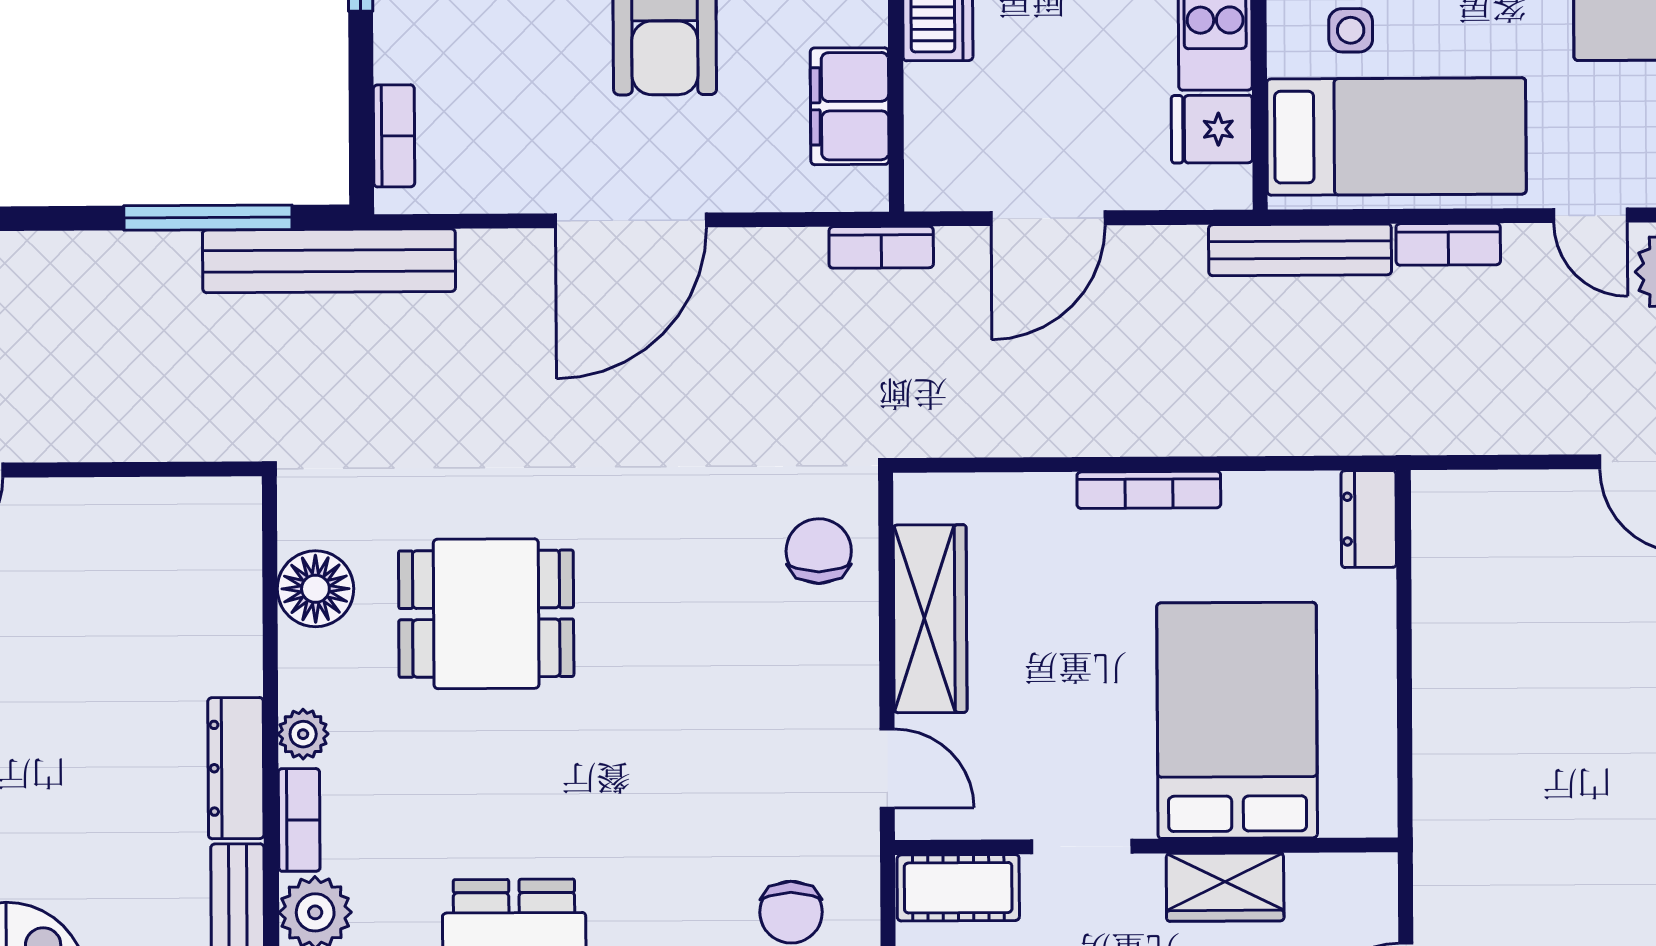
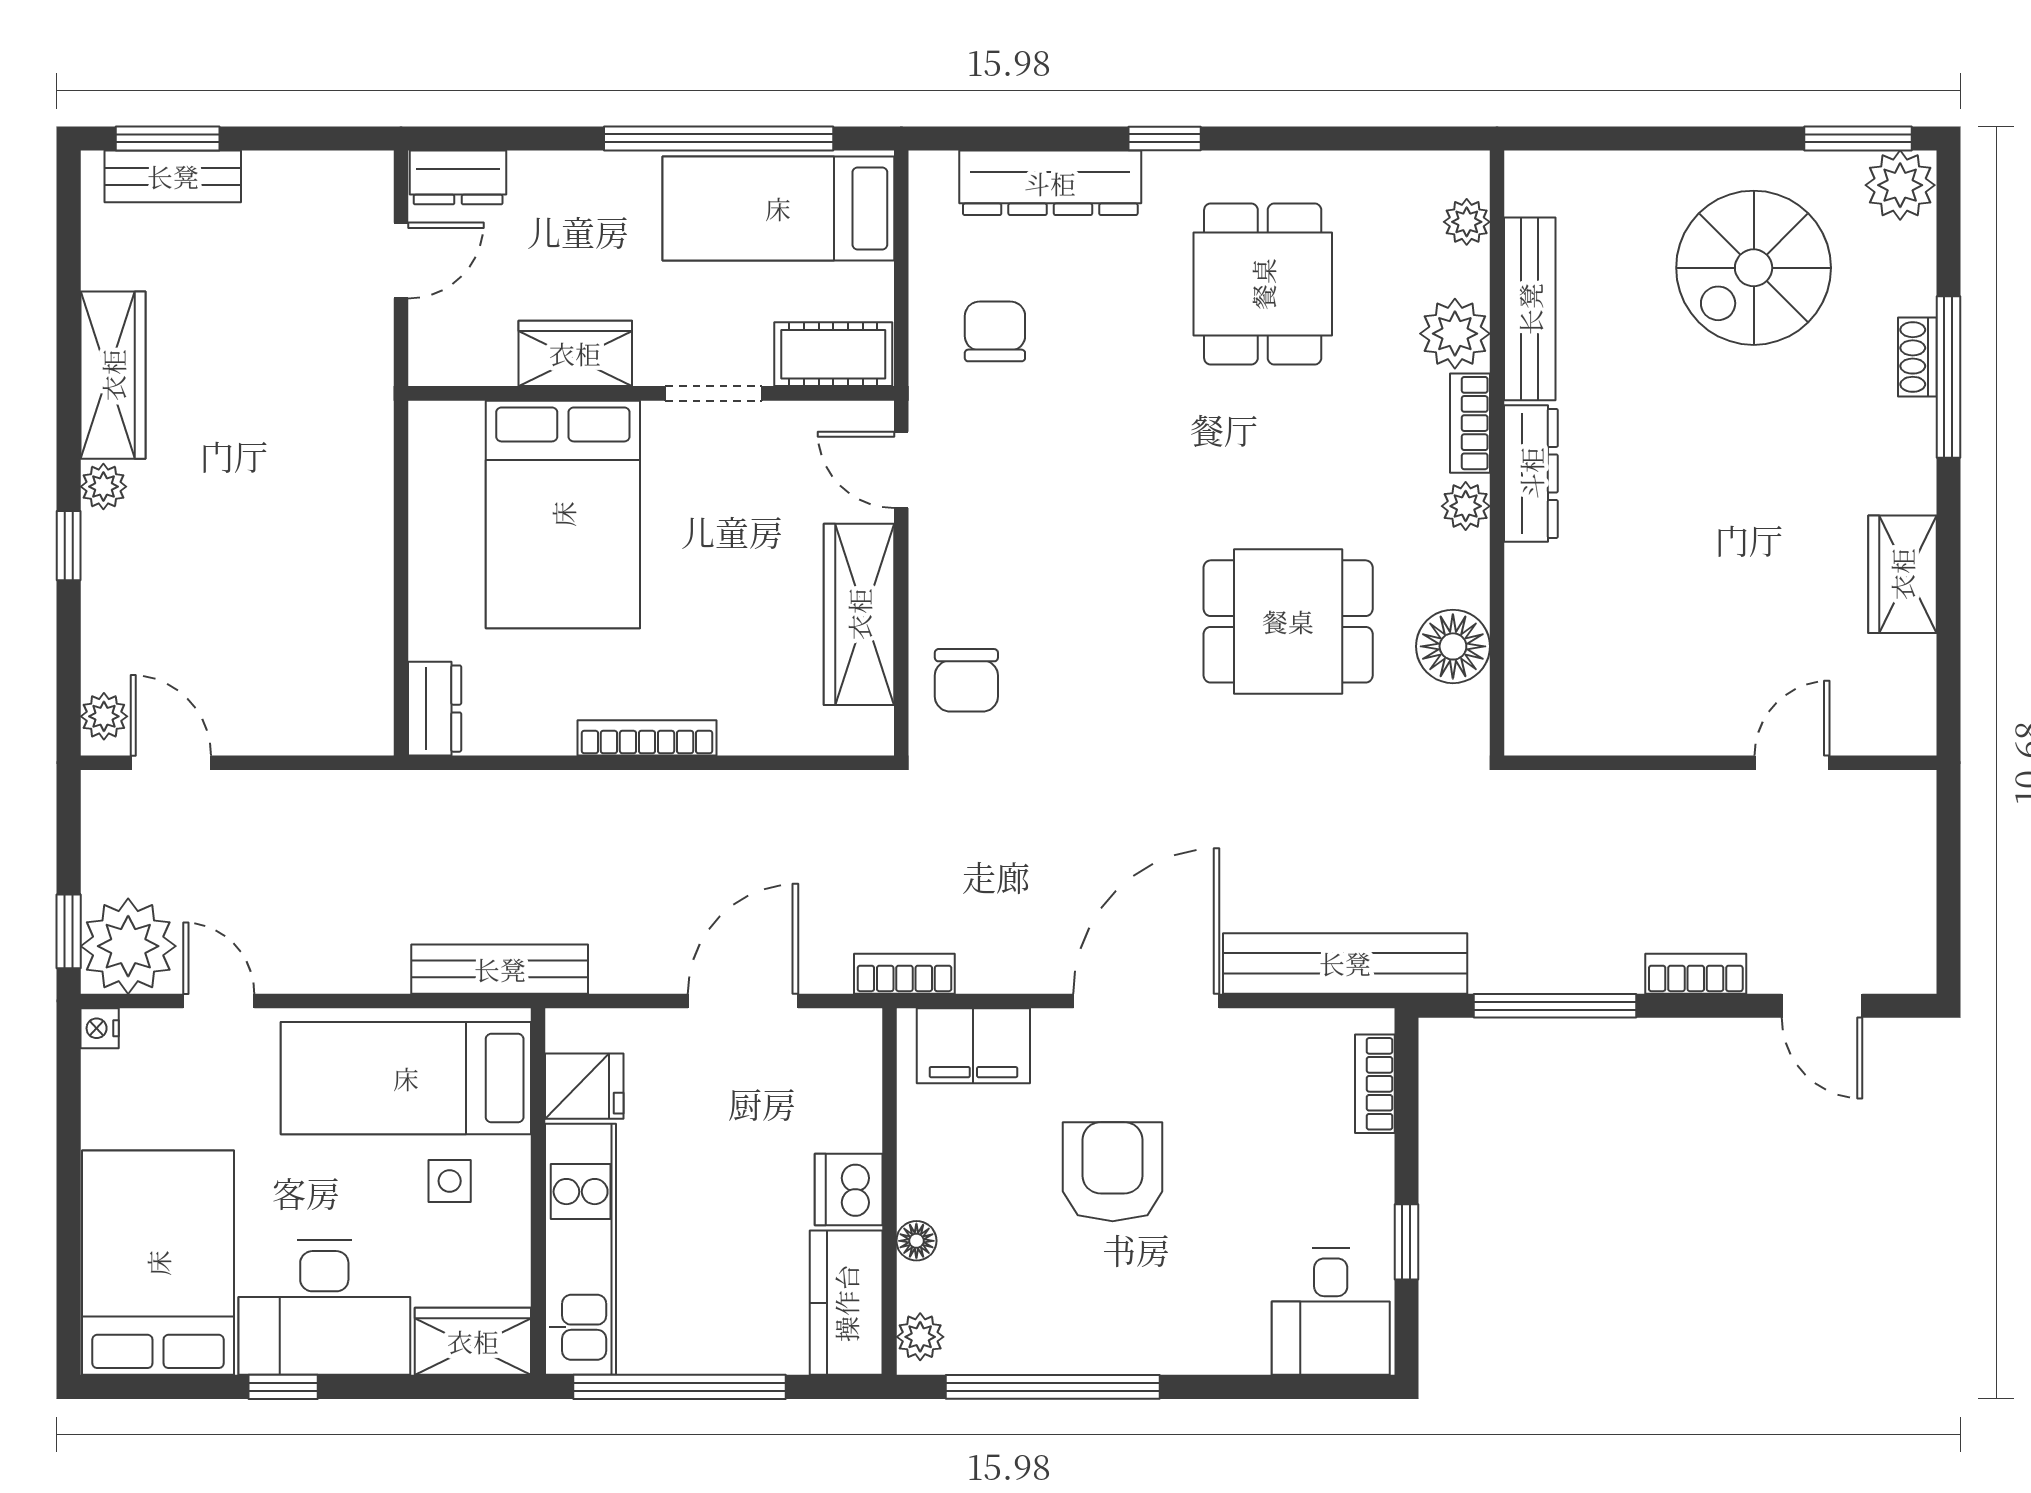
filing cabinet: (850, 106) -> (973, 1046), moved, turned 90
bookcase: (1448, 244) -> (1696, 974), moved
bench: (329, 261) -> (1345, 963), moved

